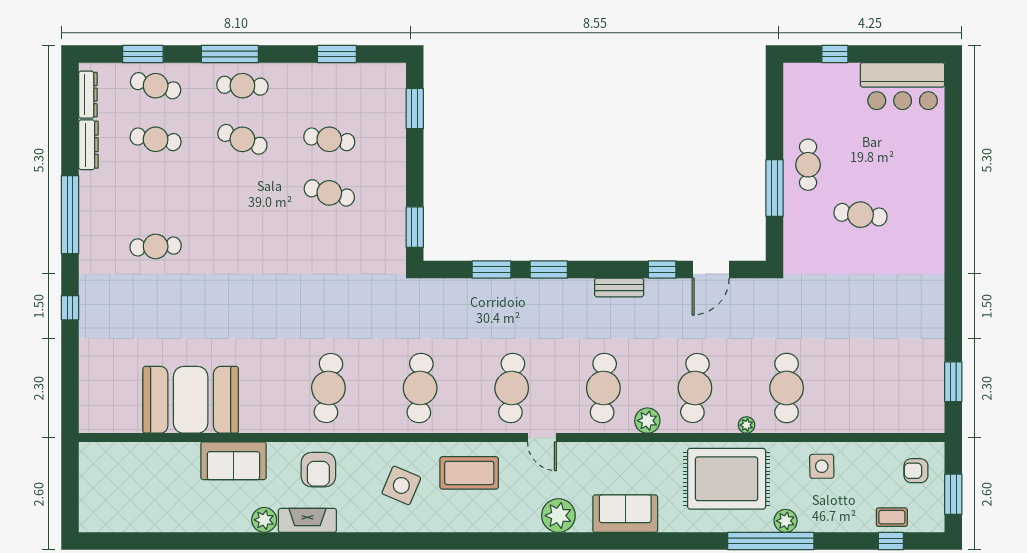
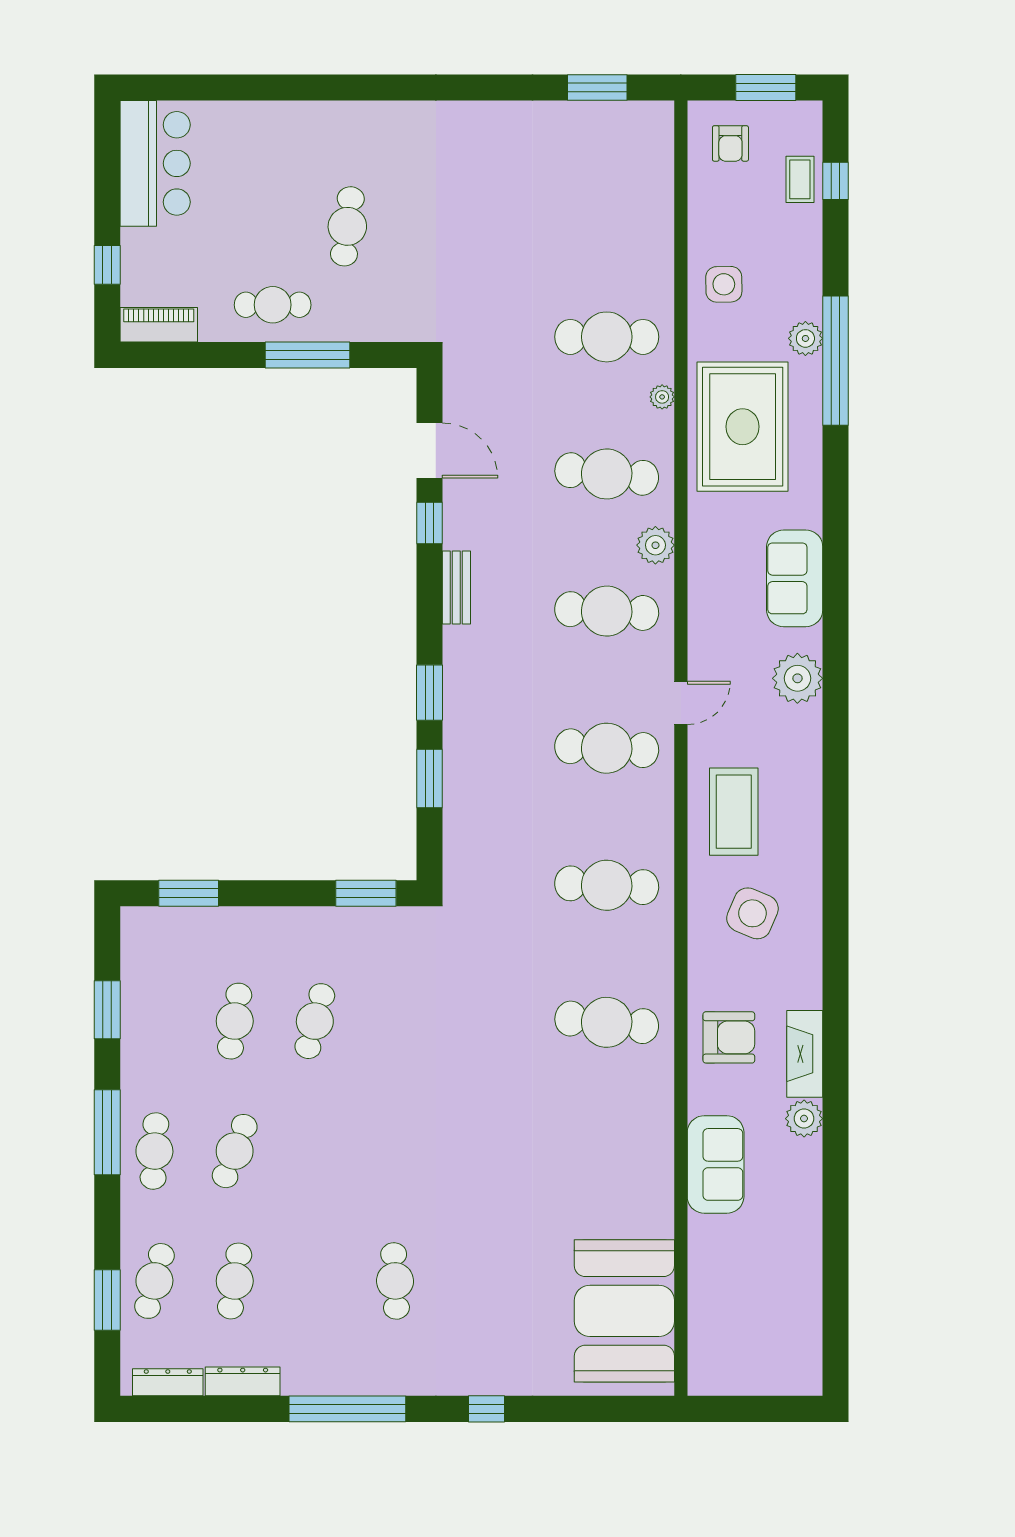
window: (230, 54) -> (107, 1132), moved
piano: (795, 89) -> (159, 325), added
booth: (191, 400) -> (624, 1311), moved

